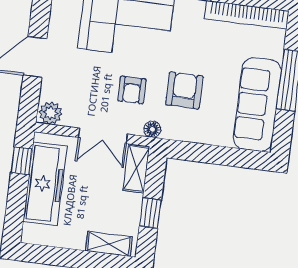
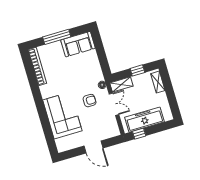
armchair: (184, 90) -> (80, 79), removed
sofa: (257, 104) -> (78, 44), width x0.73
plant: (51, 113) -> (114, 130), removed

